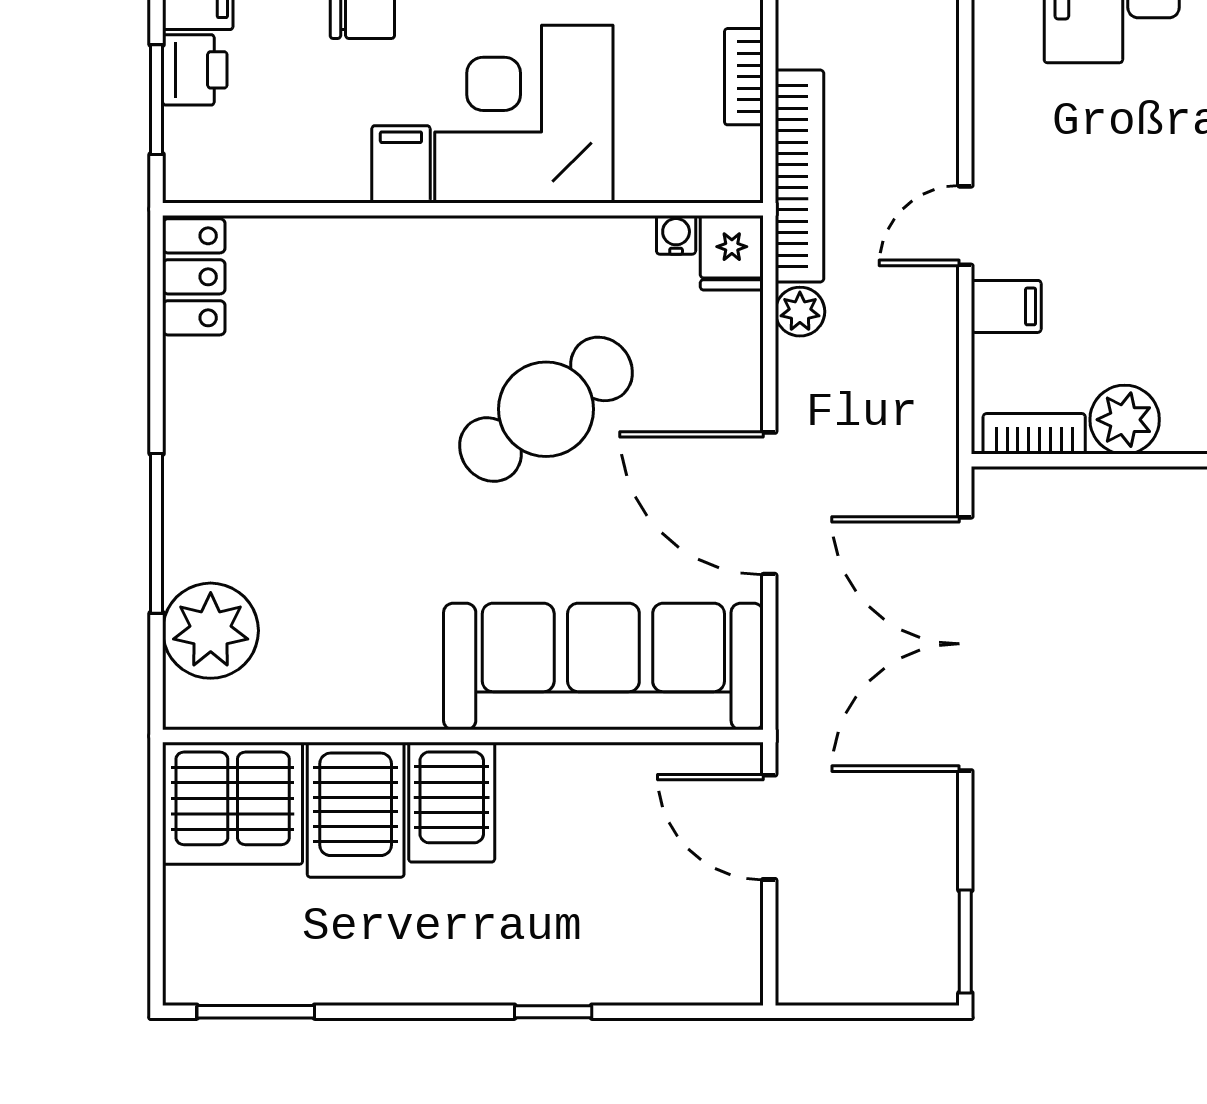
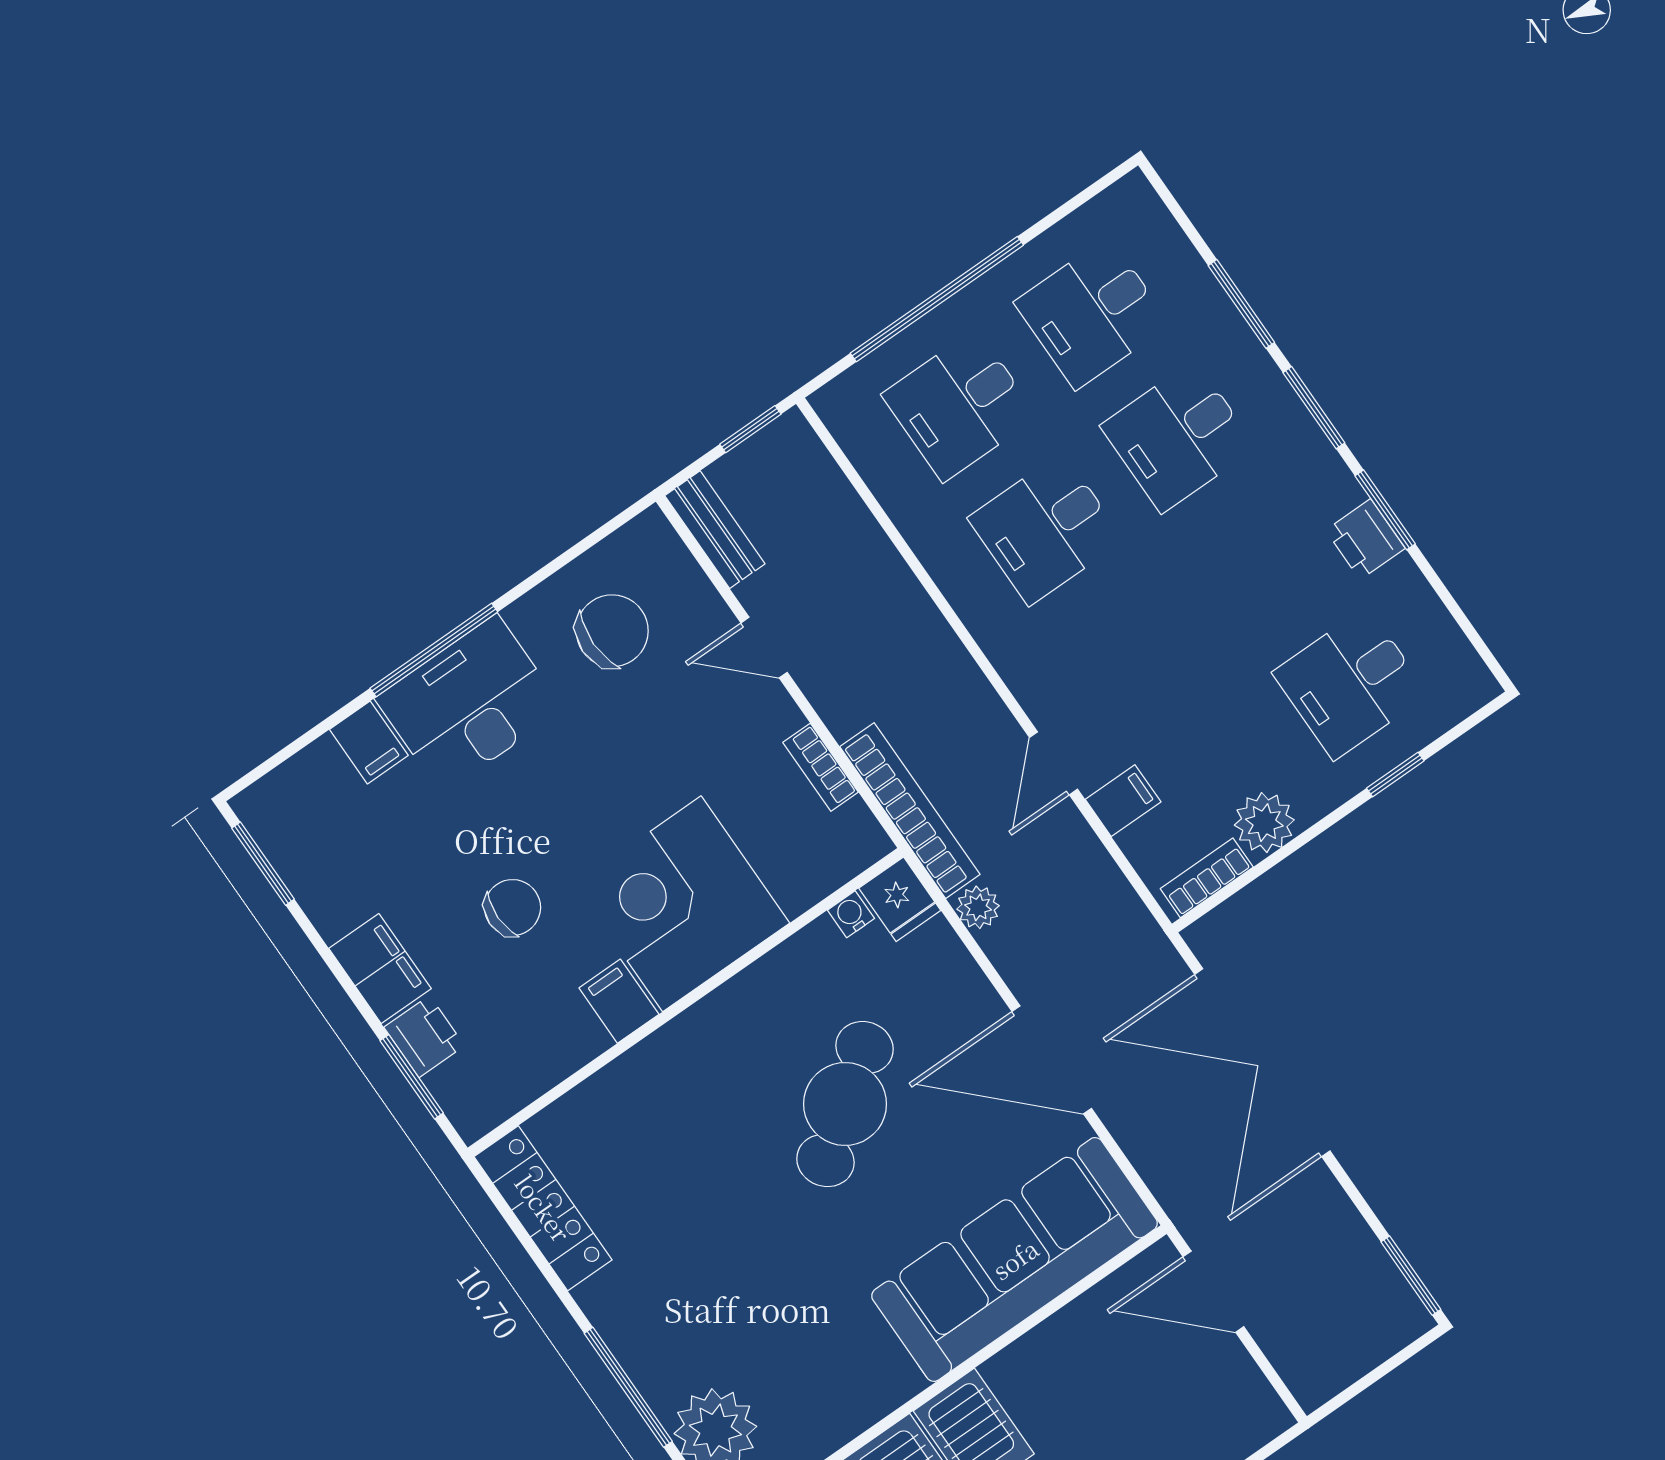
locker: (194, 277) -> (543, 1208), width x1.53

